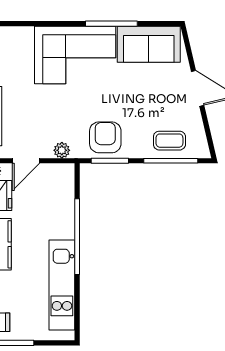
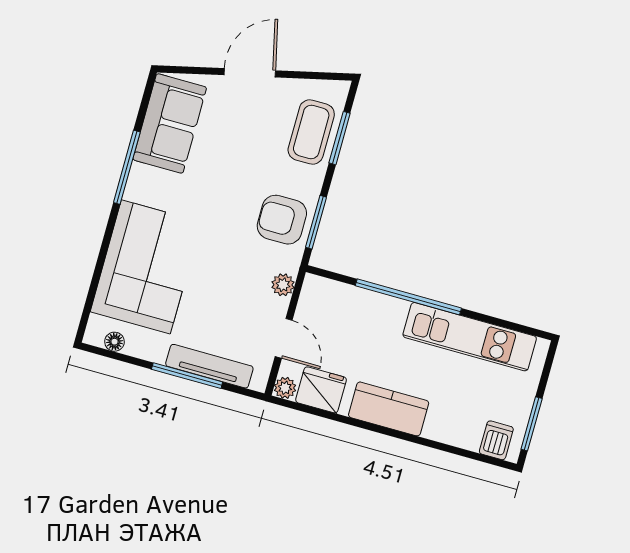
corner sofa: (75, 55) -> (146, 267), moved
coffee table: (169, 141) -> (311, 132), width x1.36, depth x1.30
window: (171, 161) -> (340, 138), width x0.69

